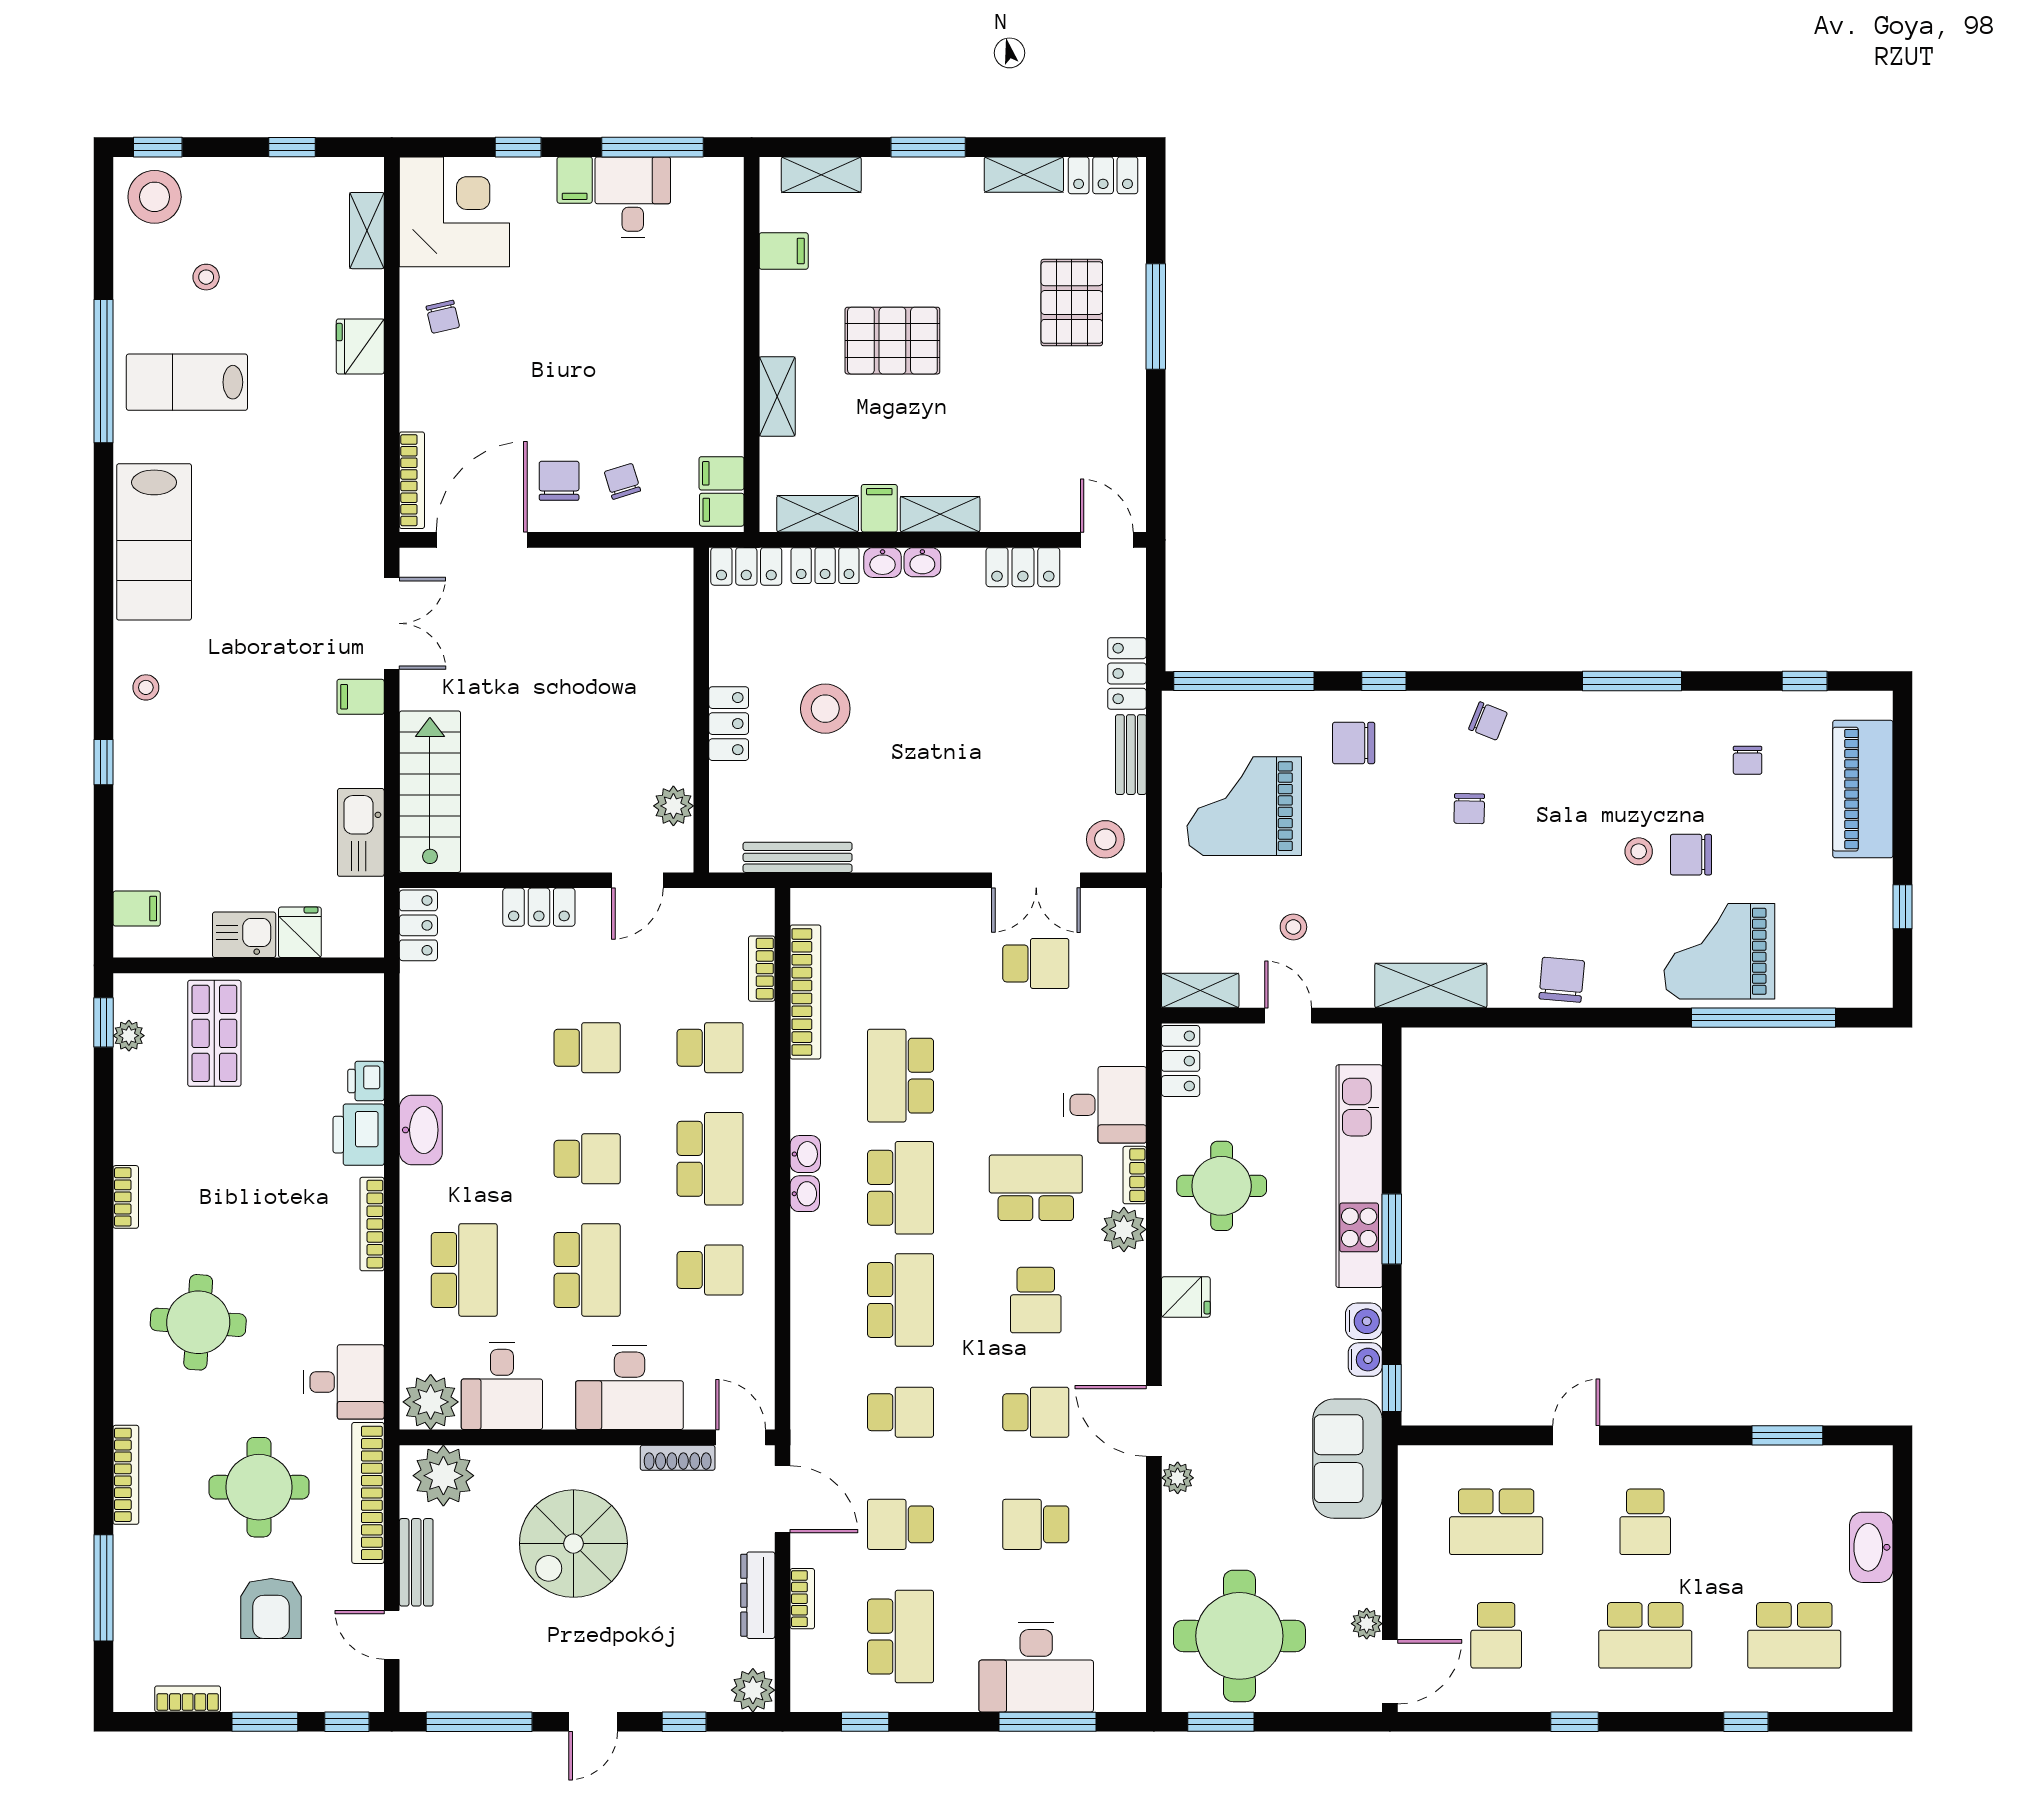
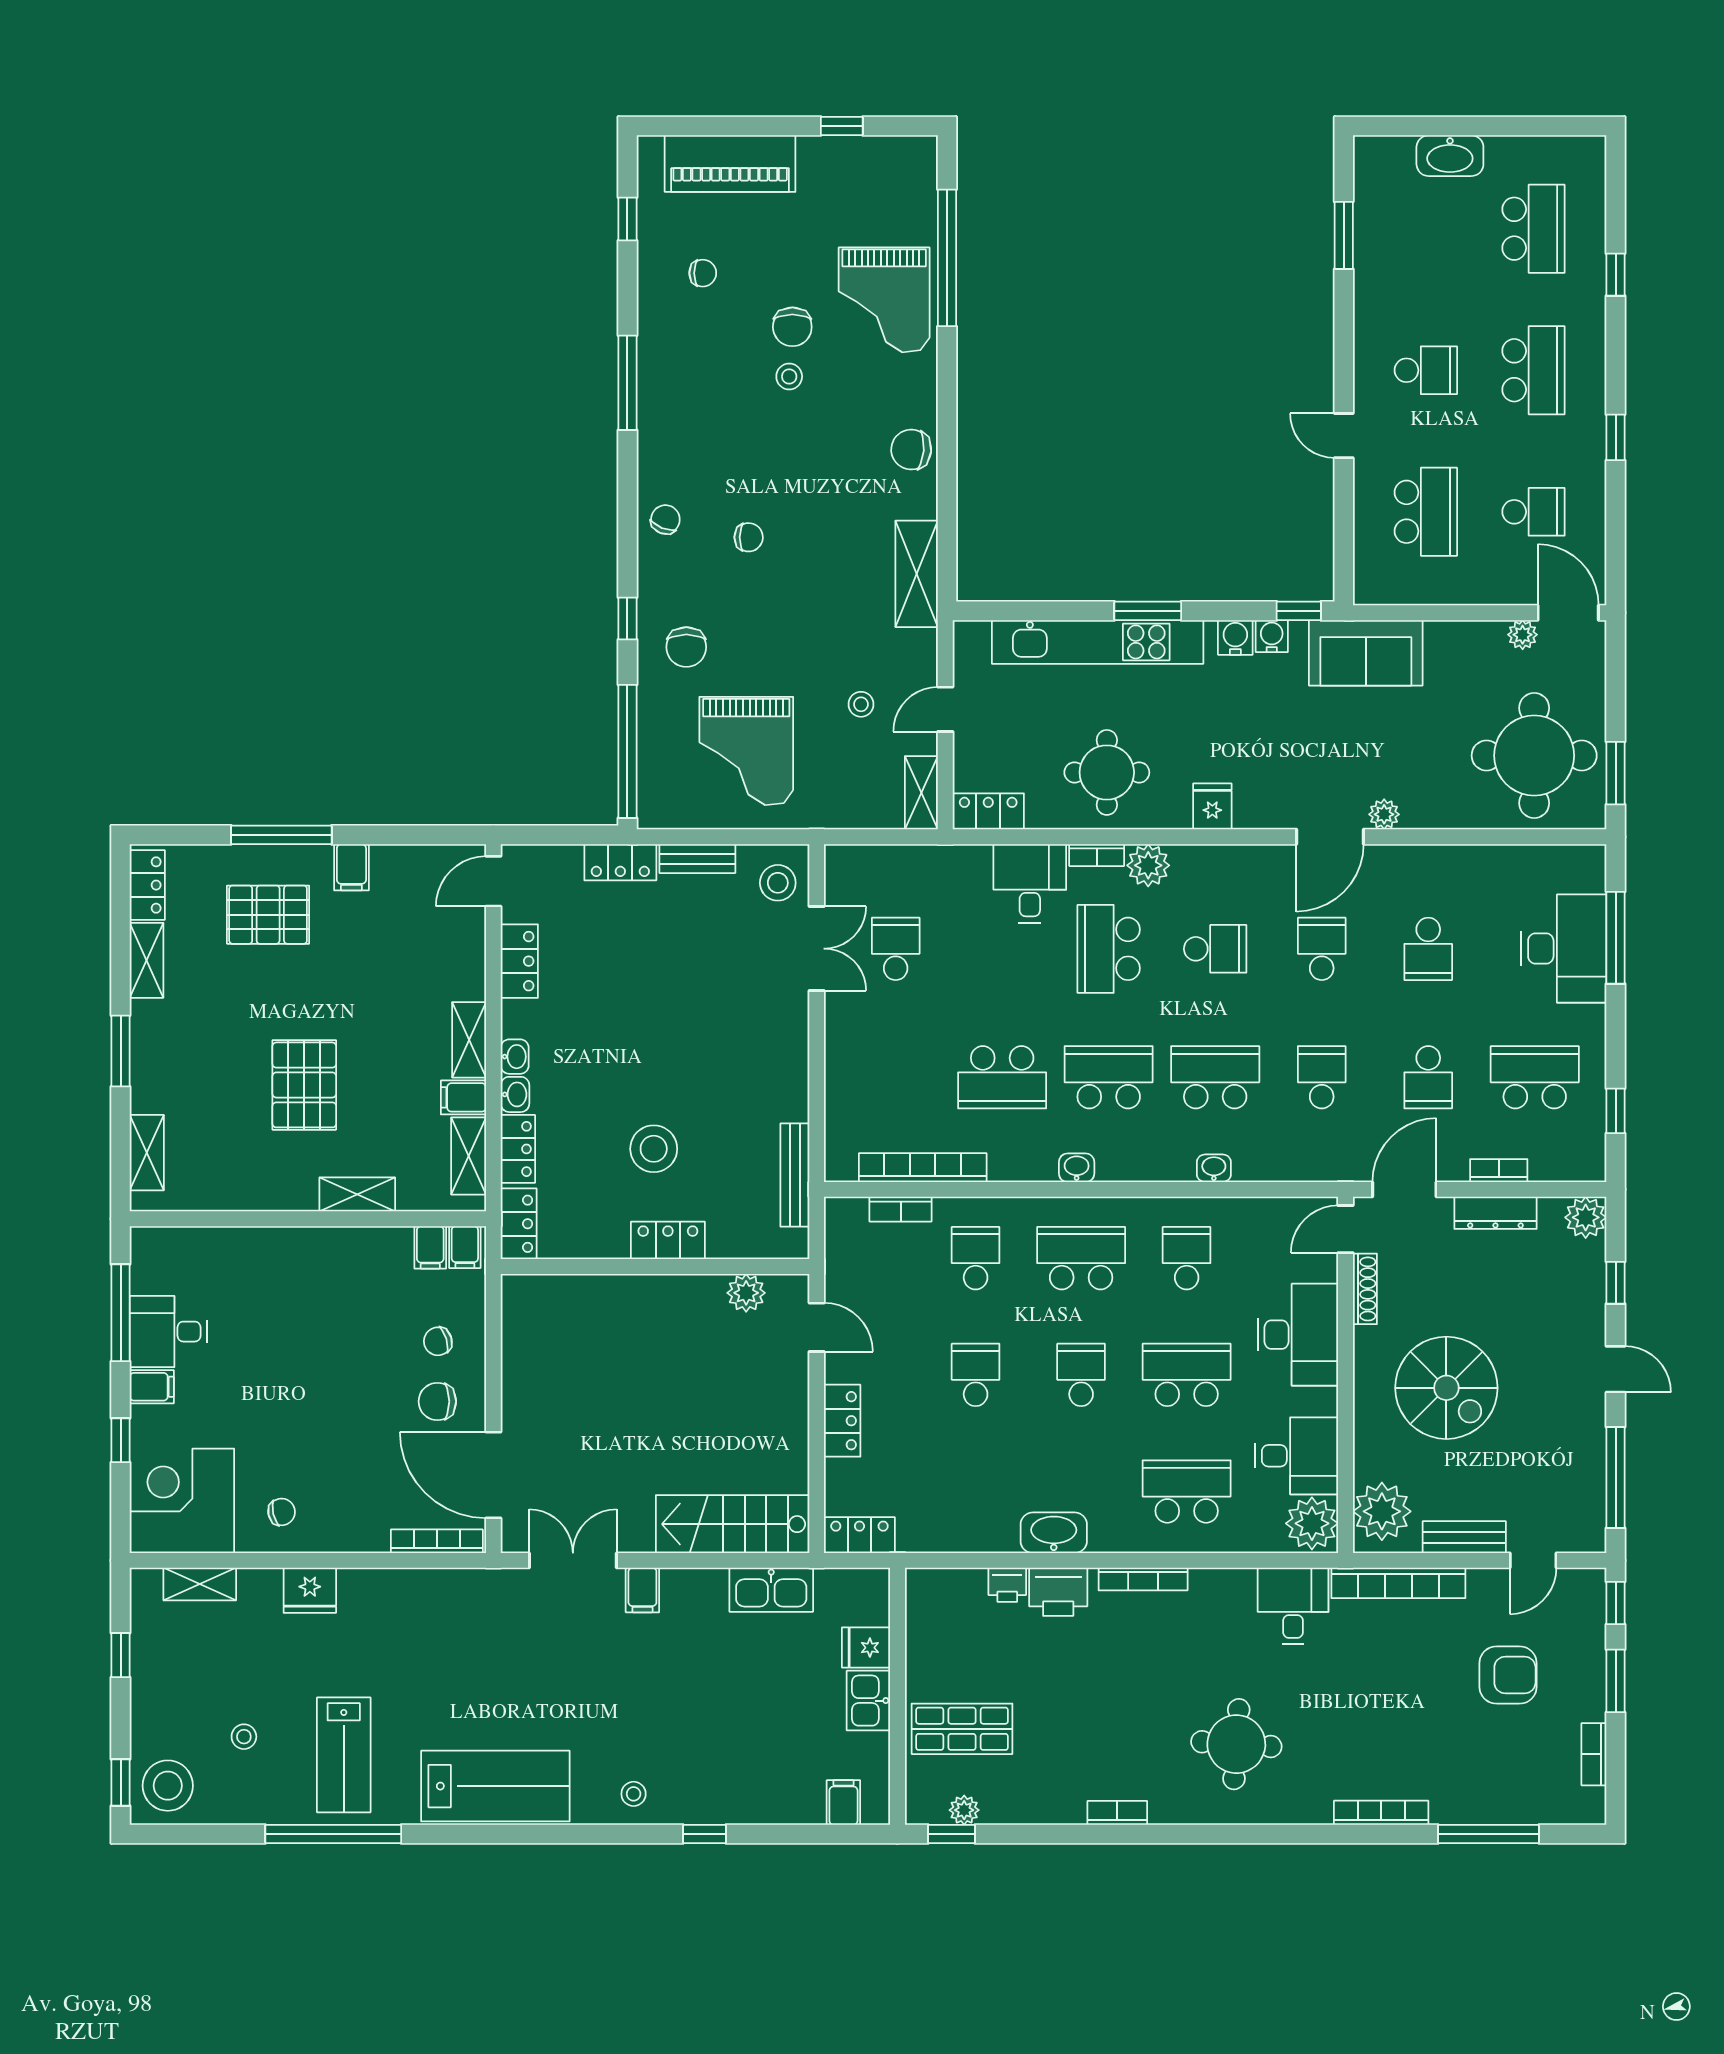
filing cabinet: (784, 251) -> (351, 867), moved, turned 180
washbasin: (805, 1194) -> (1214, 1168), moved
round table: (259, 1487) -> (1393, 1686), removed

